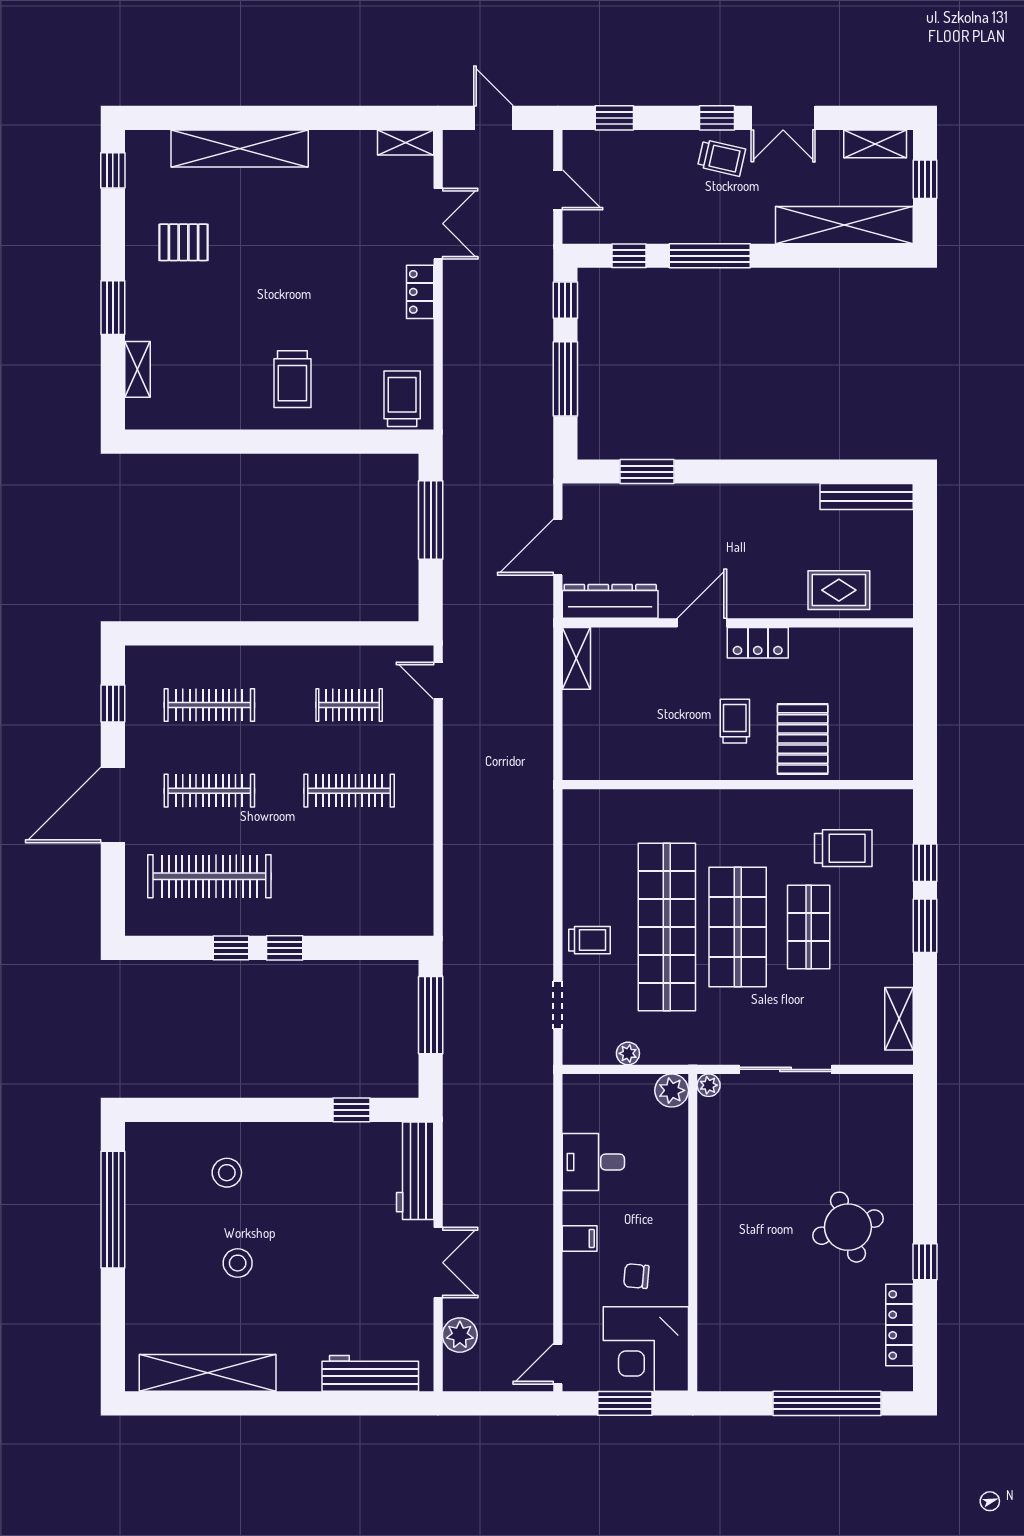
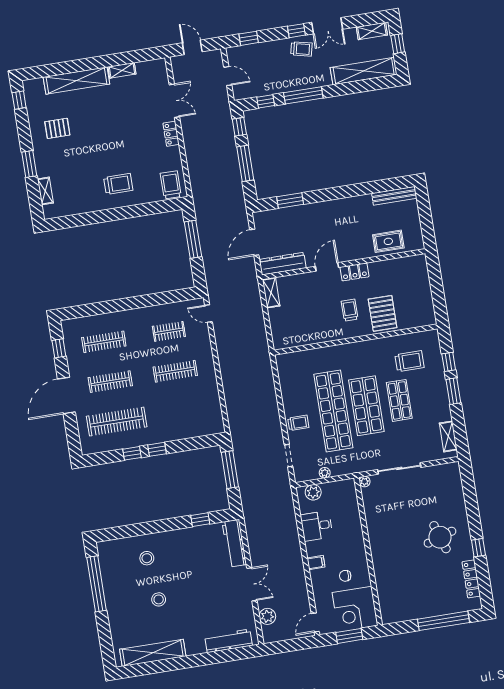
shelving: (406, 142) -> (122, 70), moved
trolley: (292, 379) -> (118, 184), turned -90
plant: (672, 1090) -> (313, 492), moved

